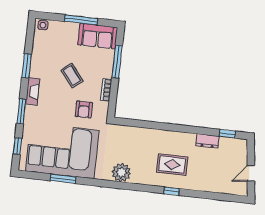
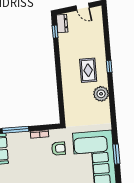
coffee table: (72, 75) -> (33, 163), removed
dresser: (208, 141) -> (62, 24), moved
plant: (121, 173) -> (101, 94), moved

